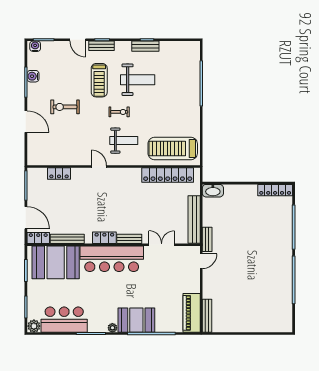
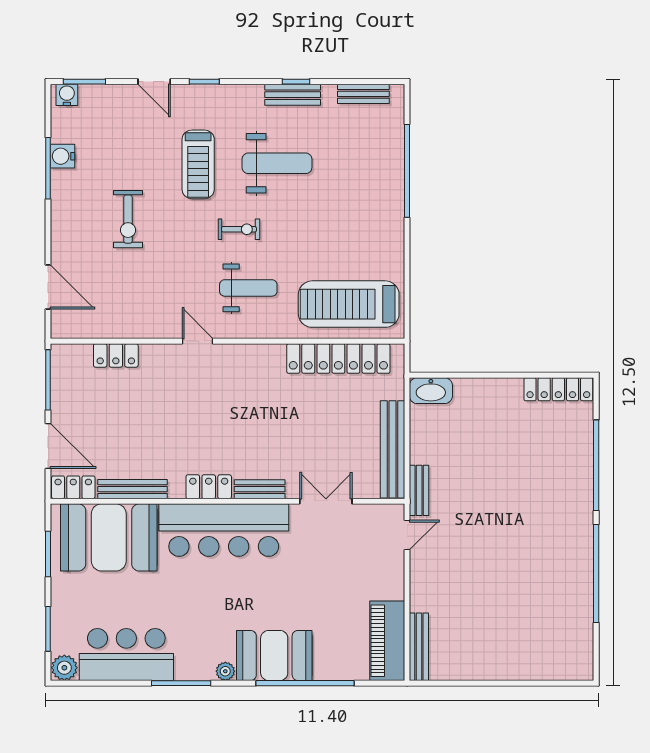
bench: (101, 46) -> (363, 94), moved
exercise bike: (65, 107) -> (128, 219), turned -90
door: (26, 122) -> (48, 287), moved

